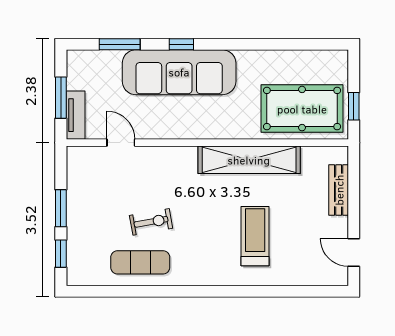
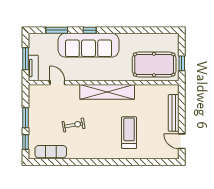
shelving: (249, 160) -> (107, 92), moved
bench: (339, 190) -> (174, 113), width x1.36
exercise mat: (140, 262) -> (51, 152), moved

